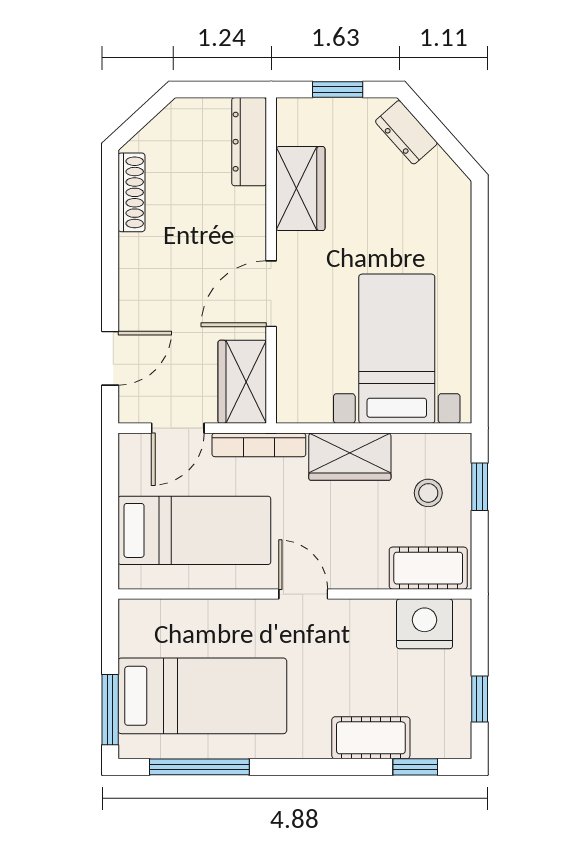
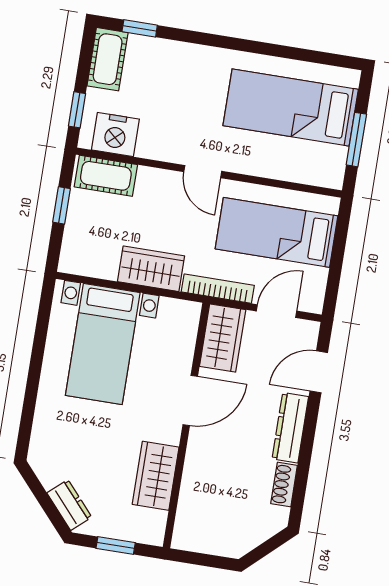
dresser: (249, 142) -> (290, 428), moved, turned 180
shoe rack: (131, 192) -> (284, 485), width x0.70
window: (480, 487) -> (62, 205), moved
stool: (428, 493) -> (97, 232), removed
window: (480, 699) -> (77, 110), moved
window: (110, 710) -> (356, 140), moved
cot: (371, 738) -> (108, 59), moved, turned 90
window: (199, 767) -> (301, 55), removed

